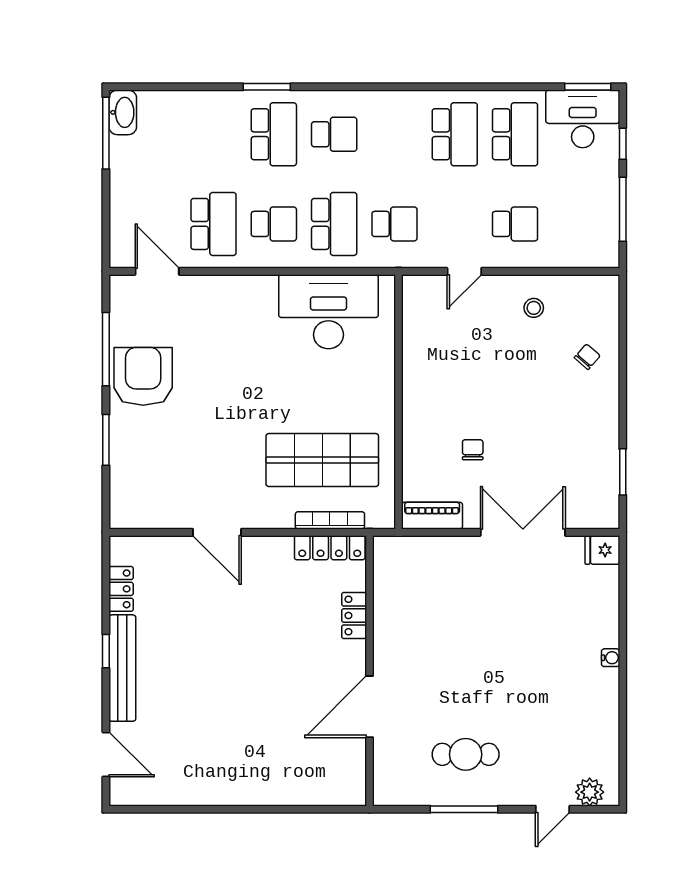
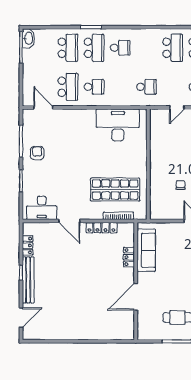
school desk: (334, 224) -> (68, 48), moved
armchair: (143, 376) -> (37, 153), width x0.53, depth x0.53
desk: (154, 502) -> (42, 208), added
piano: (432, 516) -> (163, 214), removed
locker: (330, 548) -> (101, 228), moved
sofa: (394, 600) -> (146, 250), added
door: (106, 754) -> (21, 318), hinge flipped

